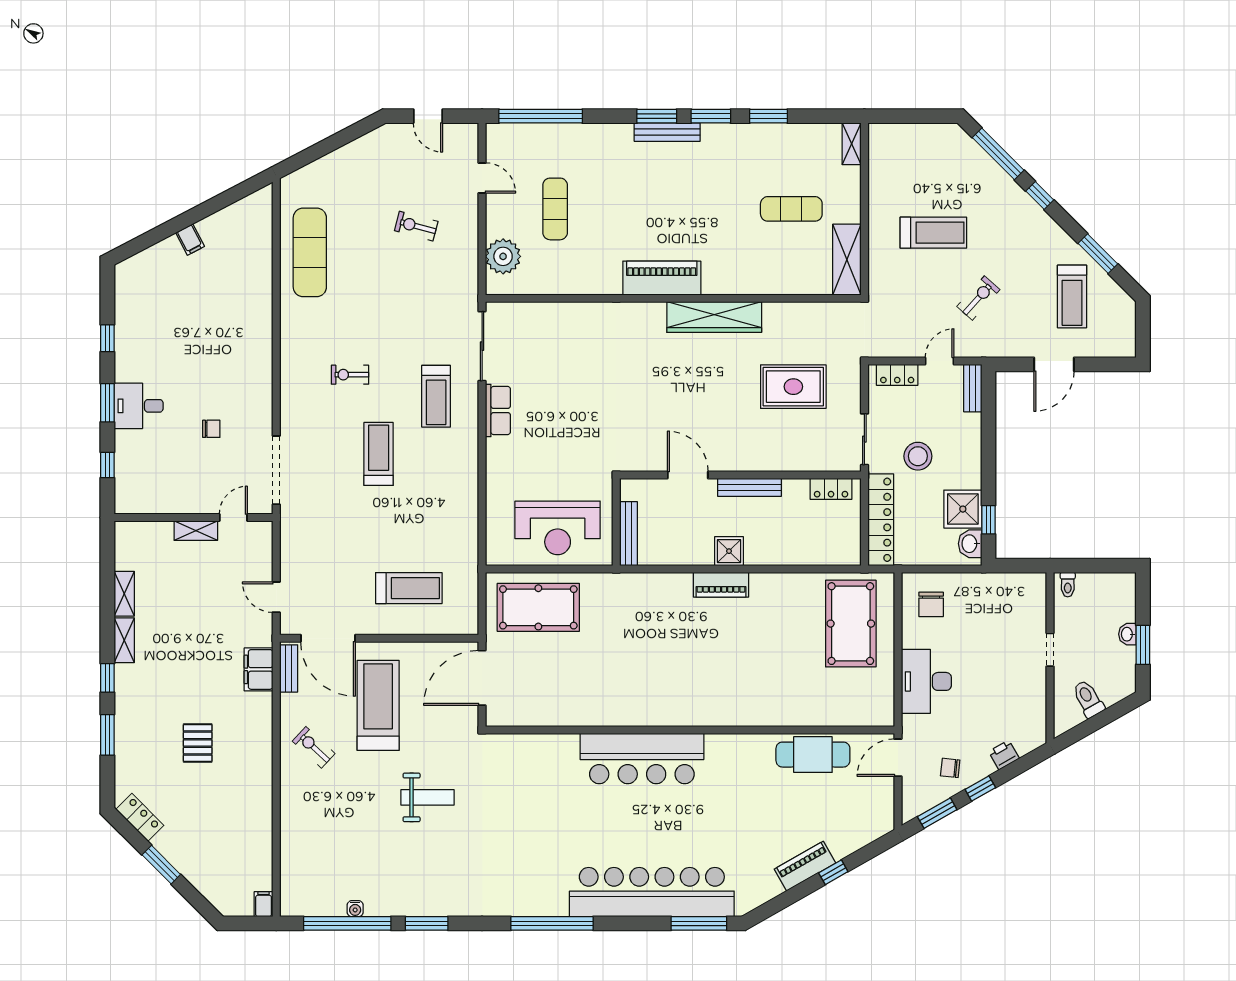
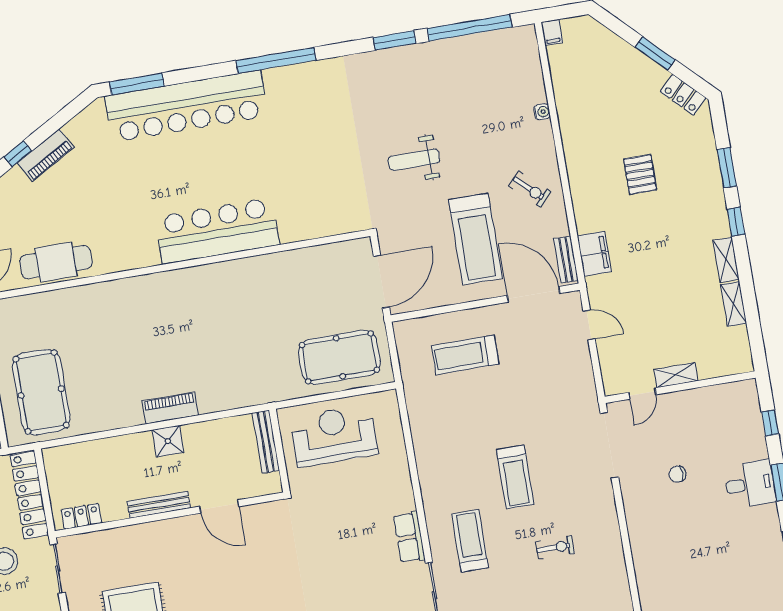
water cooler: (355, 909) -> (542, 112), moved, turned 90

